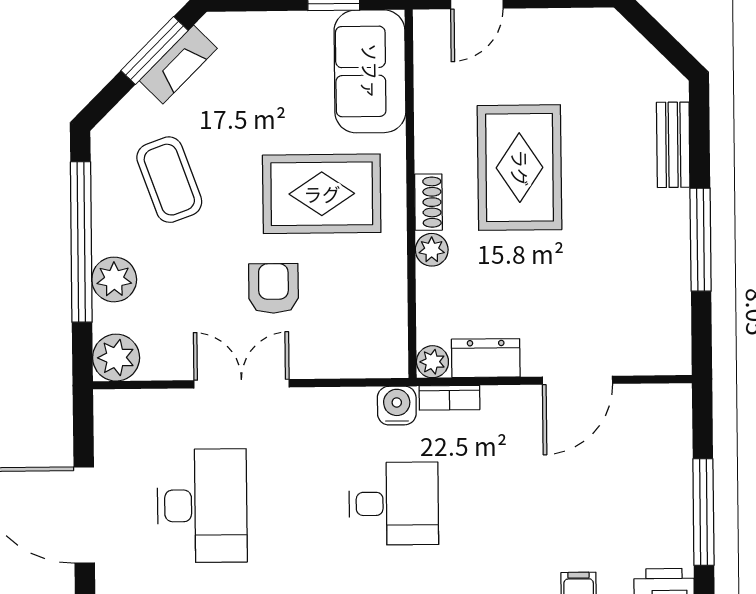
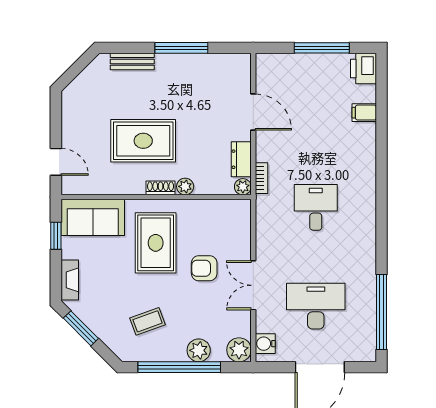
fireplace: (178, 64) -> (70, 280), moved, turned 45
coffee table: (169, 180) -> (148, 321), width x0.73, depth x0.77
water cooler: (397, 406) -> (265, 344), moved

